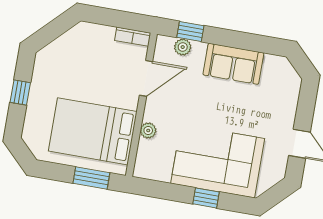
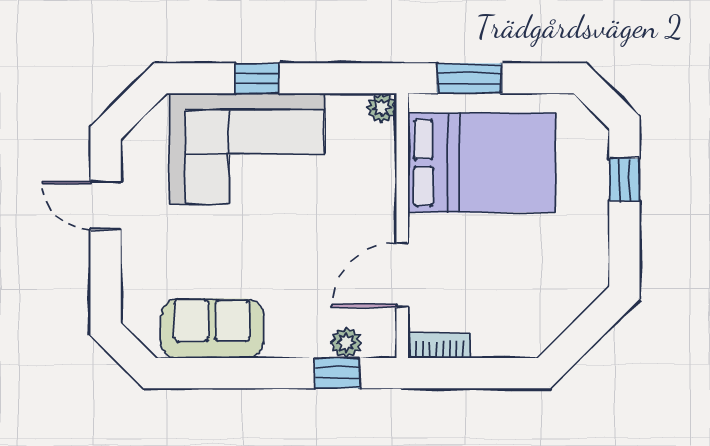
sofa: (233, 64) -> (212, 328), moved
window: (20, 92) -> (624, 180), moved
plant: (148, 131) -> (382, 108), moved

